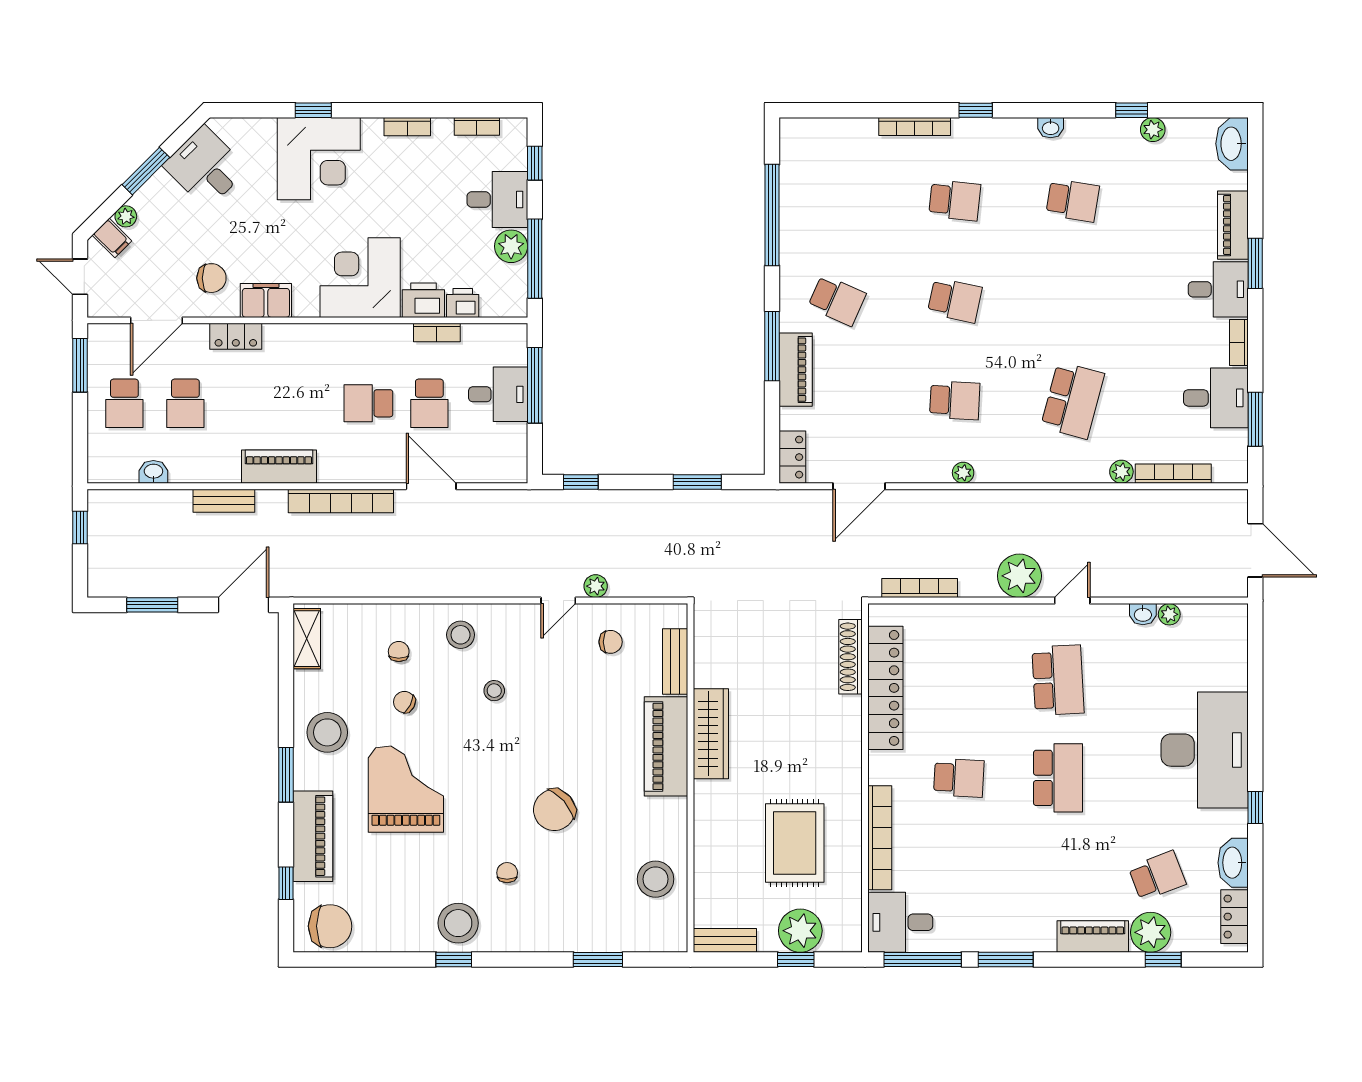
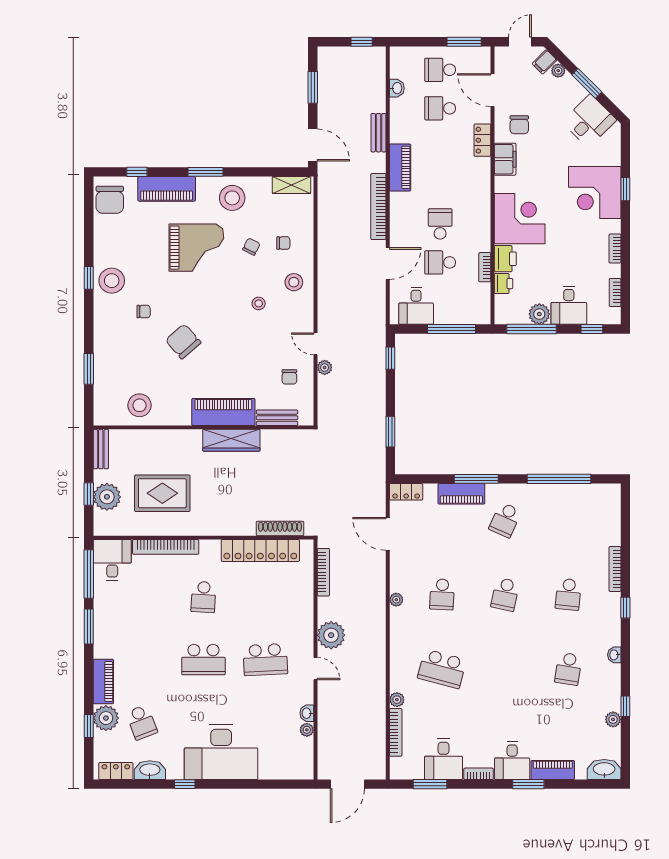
desk: (498, 394) -> (416, 306), moved

